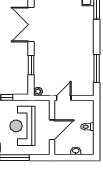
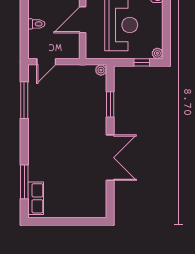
door: (64, 98) -> (46, 62), moved

